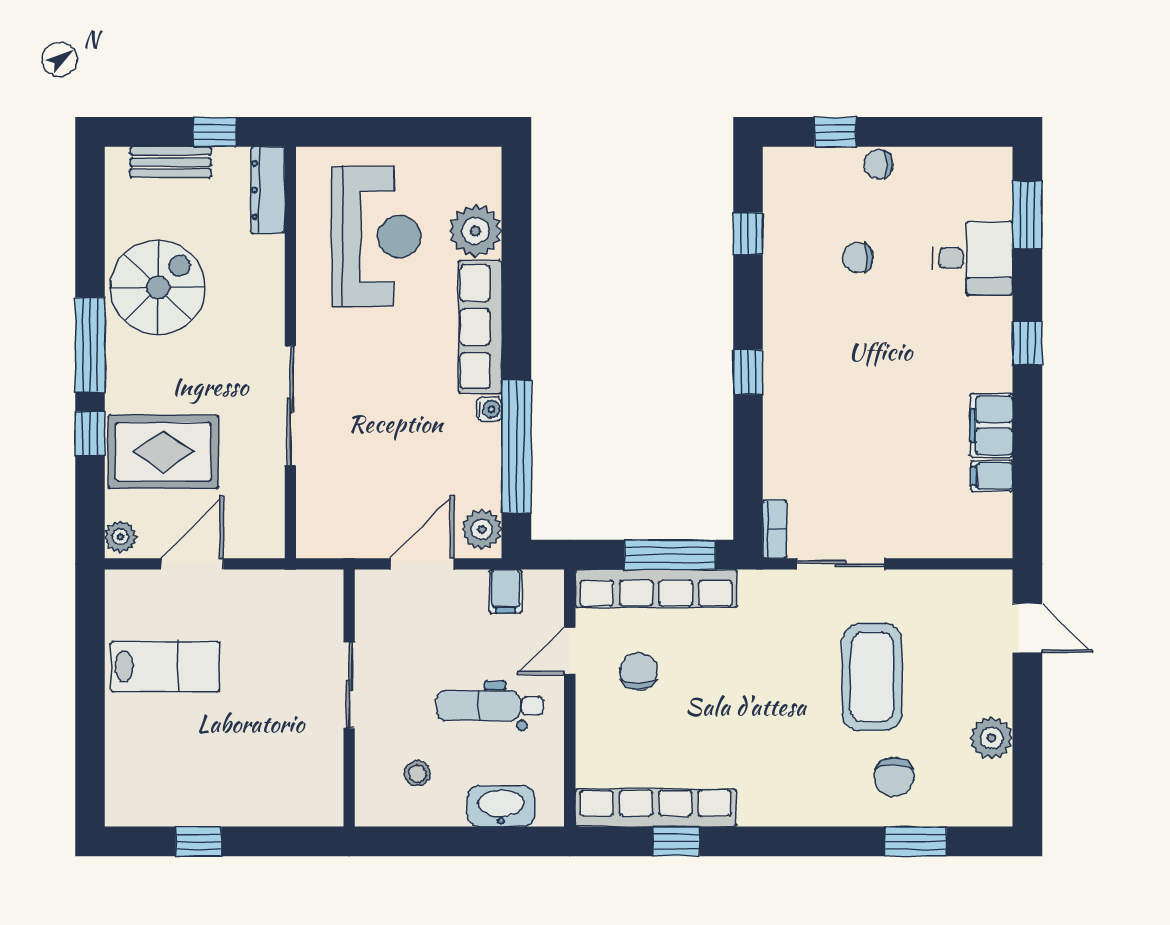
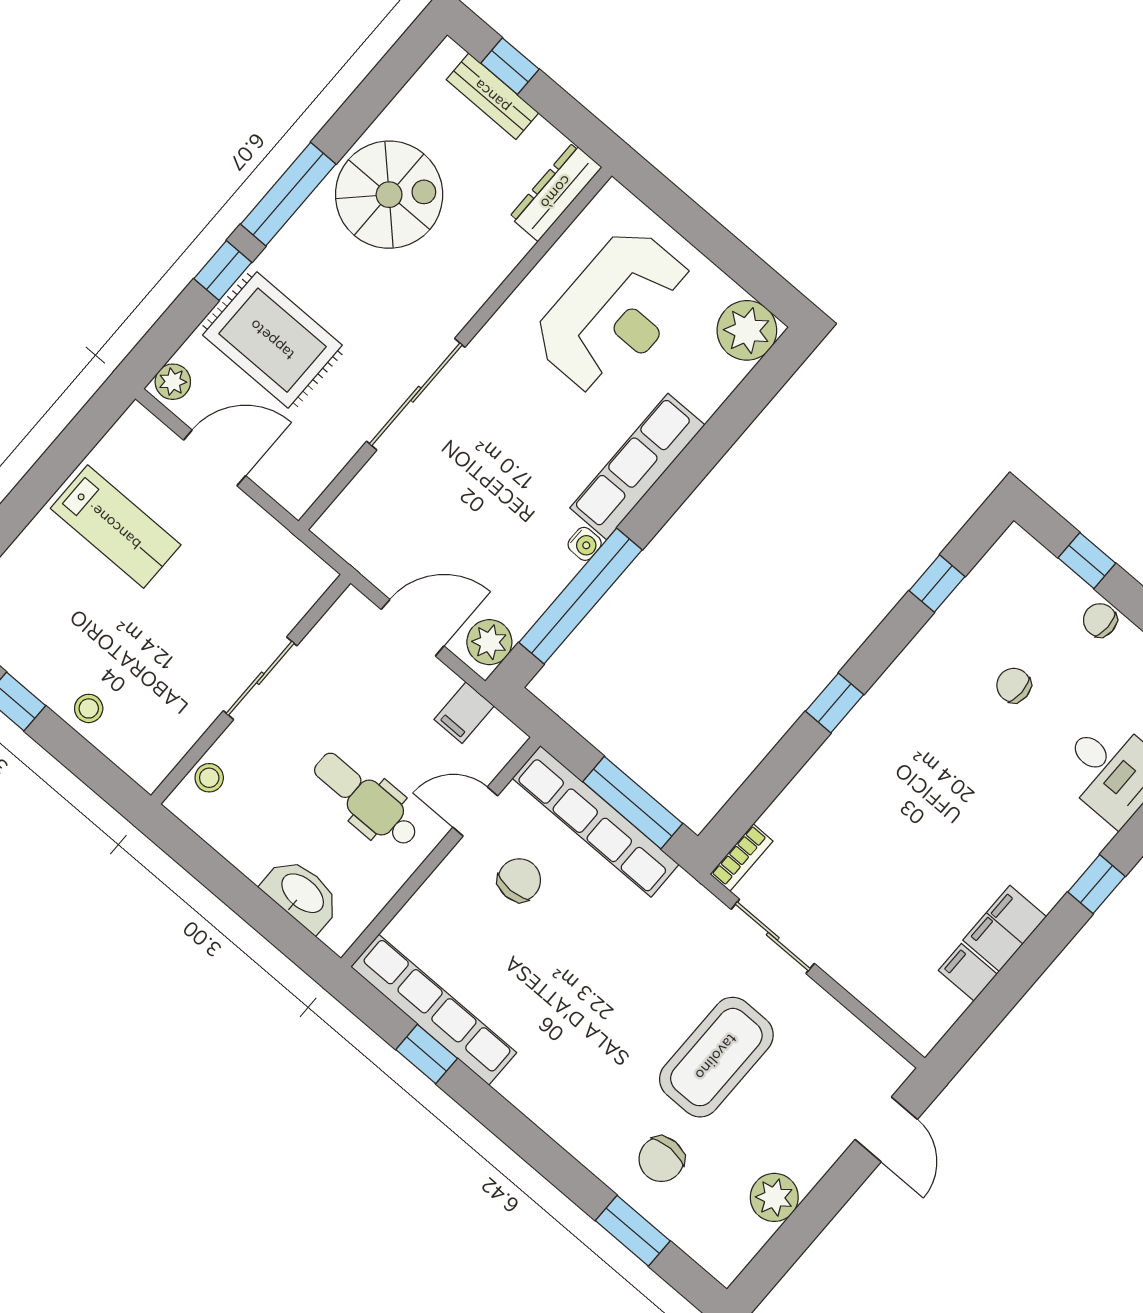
window: (215, 132) -> (510, 66), moved
plant: (475, 231) -> (747, 330), moved
stool: (417, 773) -> (209, 778), moved
stool: (252, 804) -> (89, 708), added

